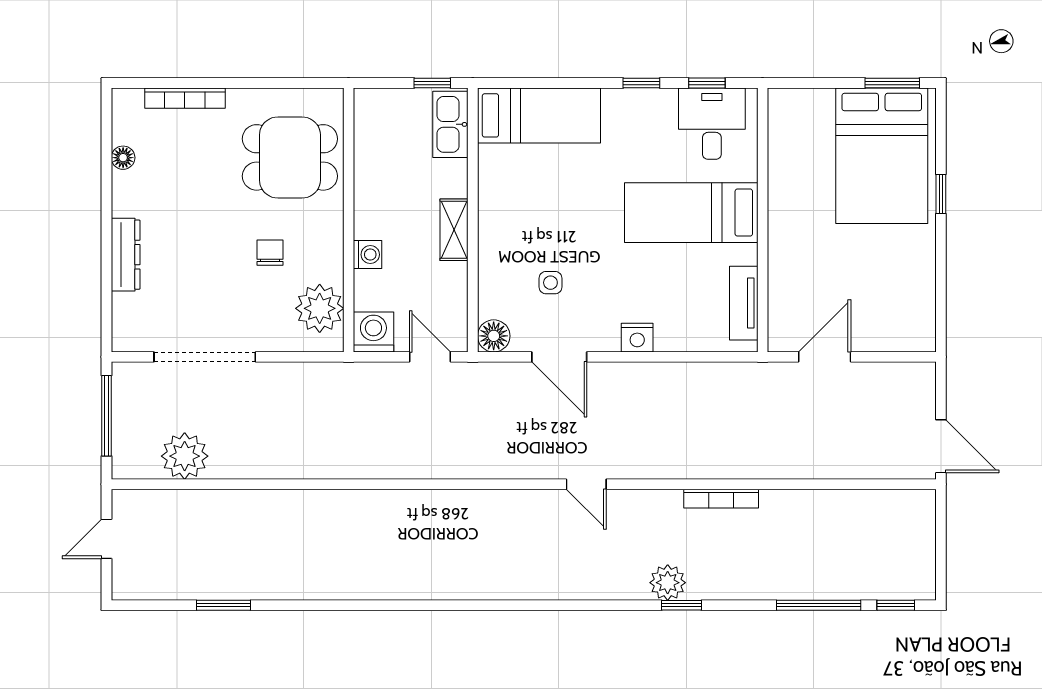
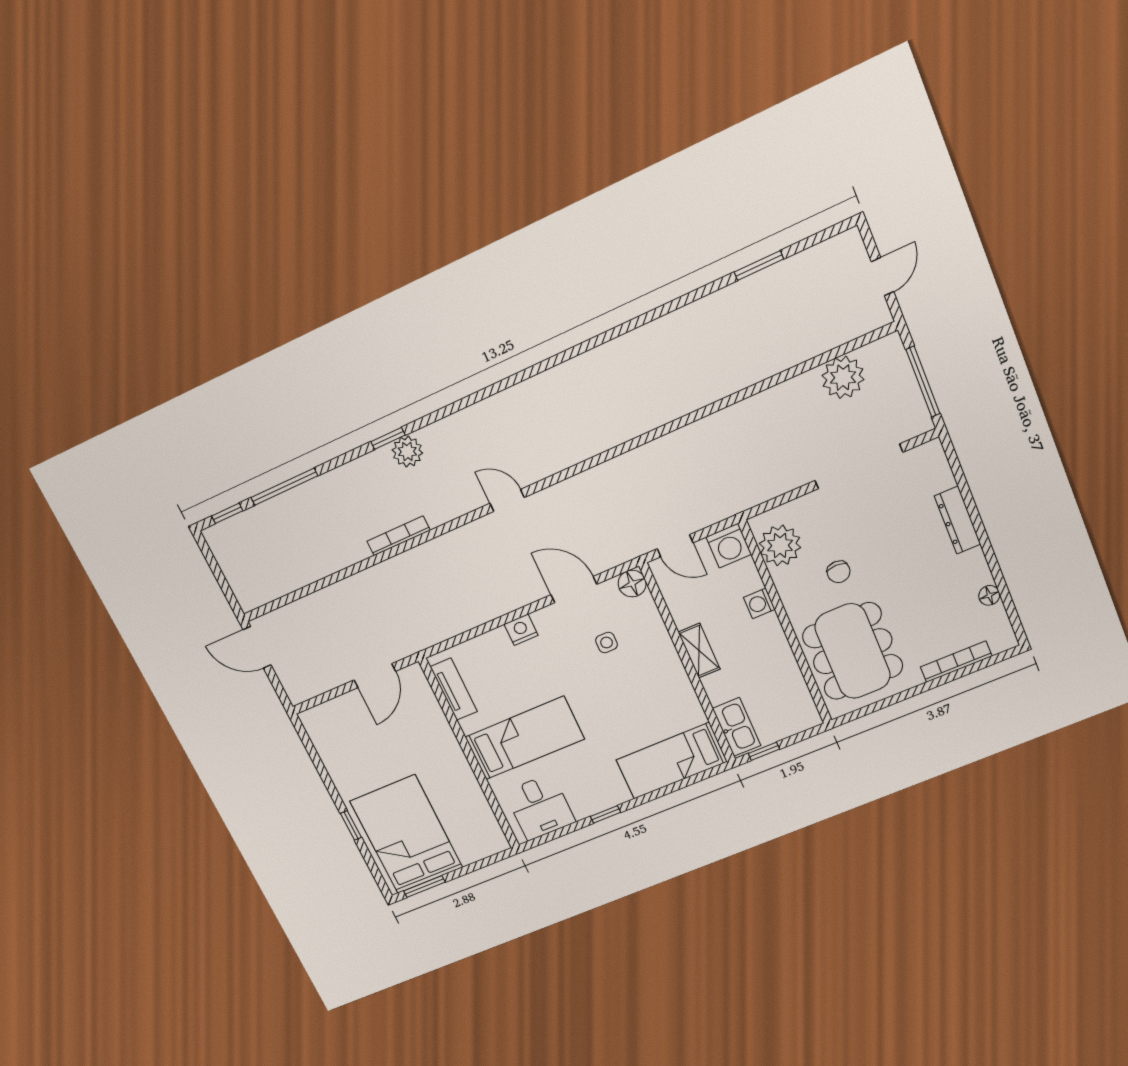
window: (707, 83) -> (557, 834), removed
dining table: (290, 157) -> (853, 651), width x1.38

